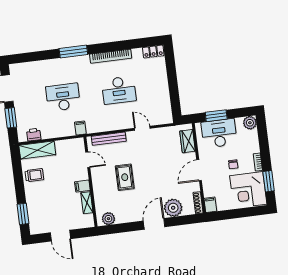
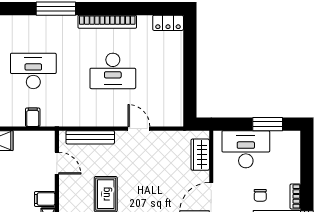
window: (216, 116) -> (268, 124), moved
plant: (250, 123) -> (291, 140), removed
filing cabinet: (80, 128) -> (33, 117), moved

